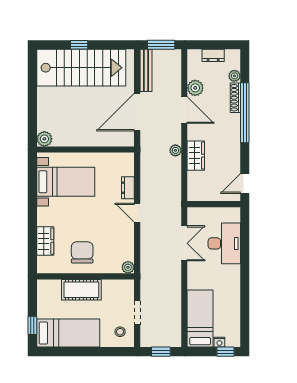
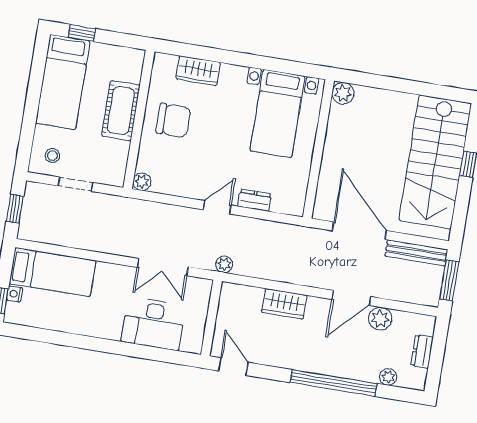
shoe rack: (235, 98) -> (357, 373), removed
plant: (175, 150) -> (224, 264), moved

